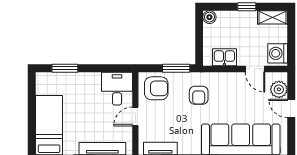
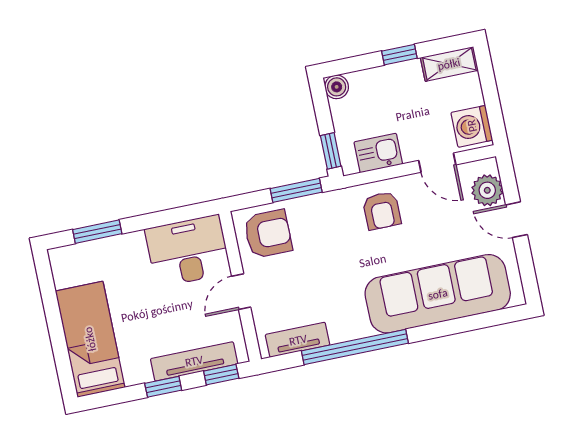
window: (199, 51) -> (331, 151), added
desk: (117, 89) -> (188, 251), width x1.37
armchair: (199, 95) -> (382, 211), moved

